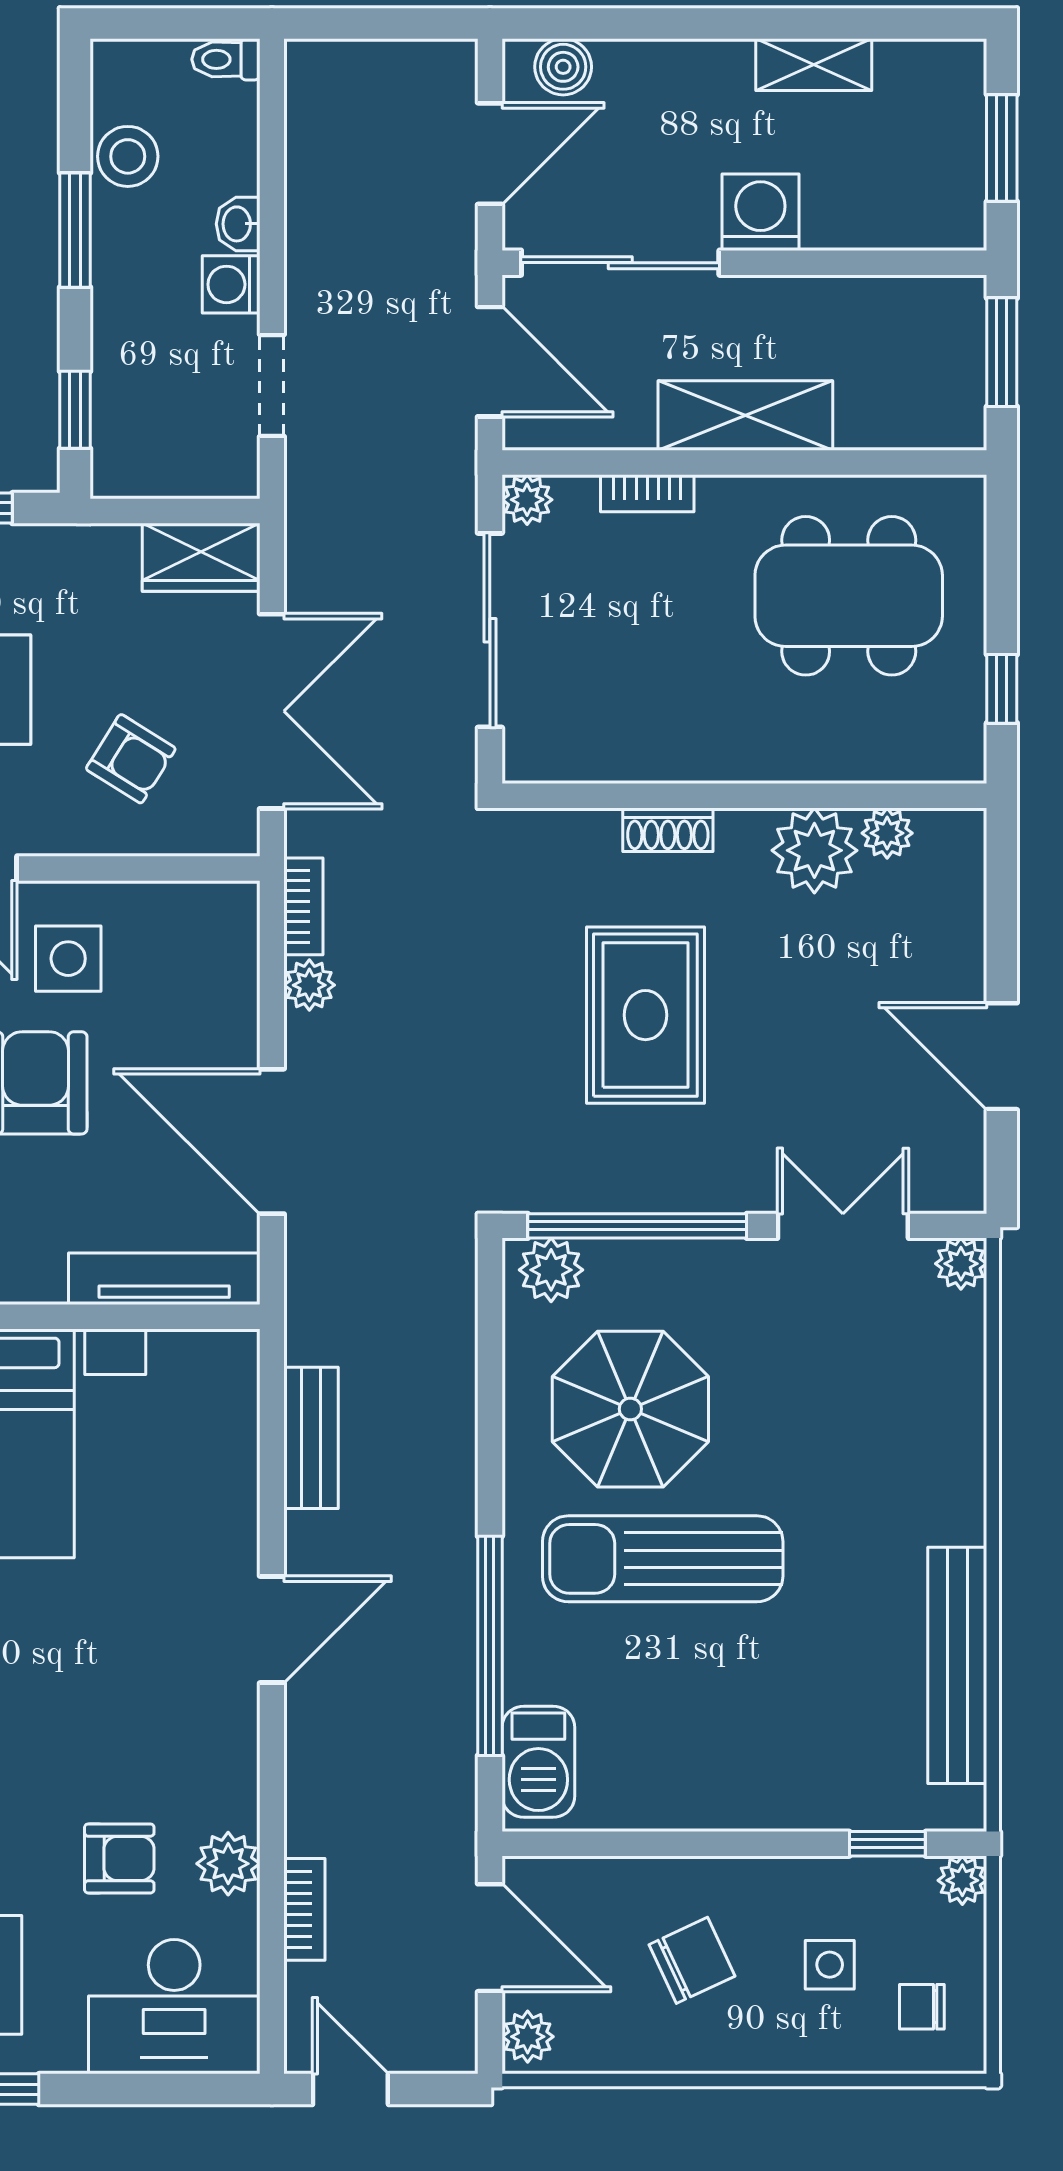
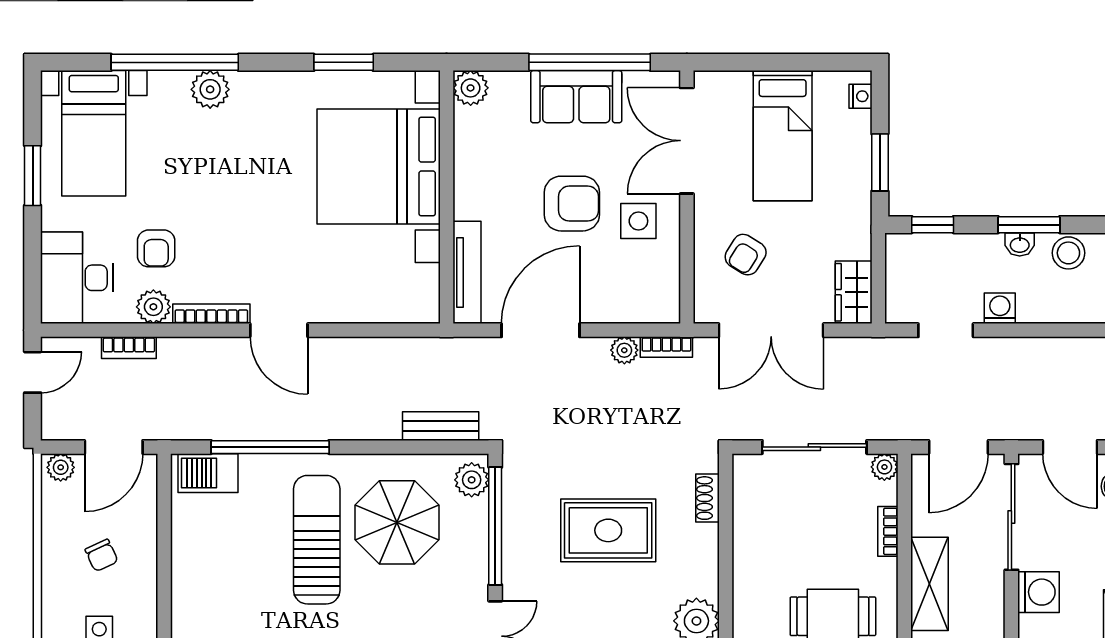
washbasin: (238, 224) -> (1020, 244), moved, turned 180
shoe rack: (668, 830) -> (708, 498), moved
bench: (311, 1438) -> (441, 426), moved
bookcase: (241, 1755) -> (211, 314), added
chair: (692, 1960) -> (102, 555), width x0.73, depth x0.73

